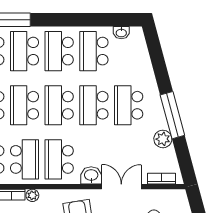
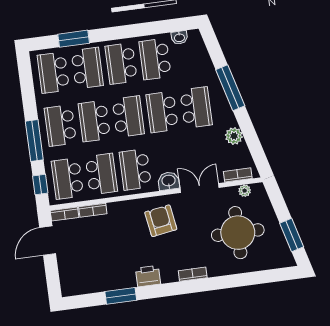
school desk: (25, 51) -> (87, 68), turned 180
school desk: (59, 105) -> (128, 117), turned 180
school desk: (129, 105) -> (196, 107), turned 180
window: (172, 115) -> (230, 88), moved
plant: (32, 195) -> (245, 191), moved

